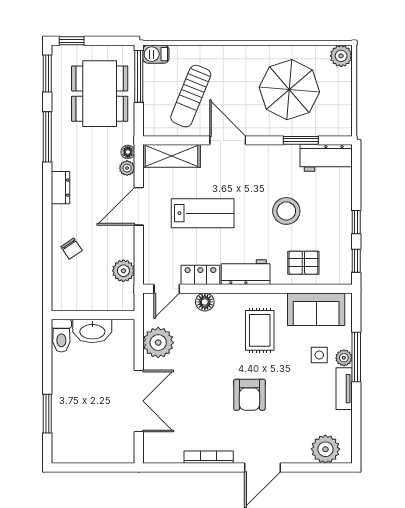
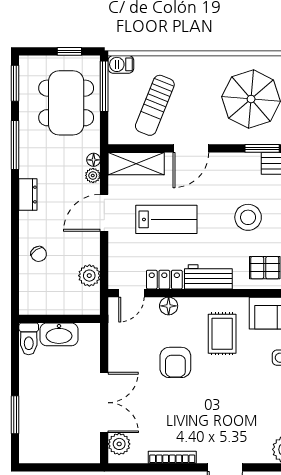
window: (72, 41) -> (69, 51), moved
door: (228, 140) -> (191, 148), swing flipped
plant: (158, 343) -> (119, 444), moved, width x0.73, depth x0.73
armchair: (249, 395) -> (175, 362), moved

